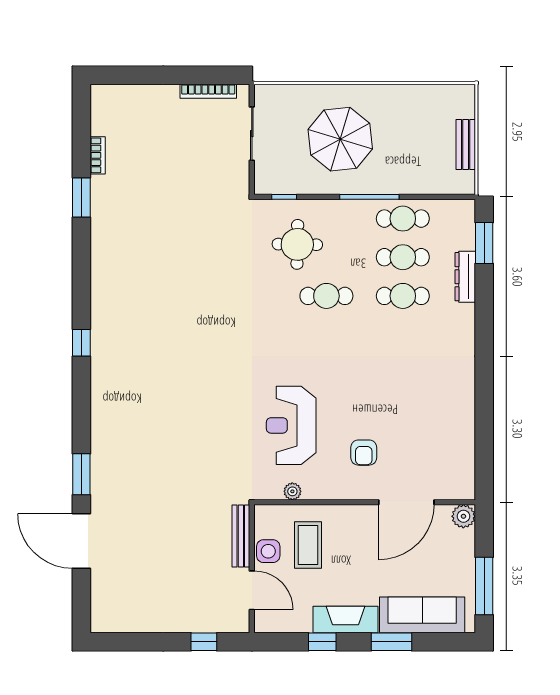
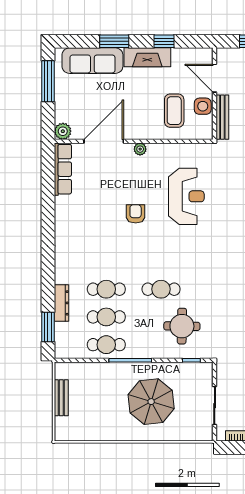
armchair: (364, 453) -> (136, 214), moved
row of seats: (463, 463) -> (63, 169), added
plant: (292, 491) -> (140, 149), moved

